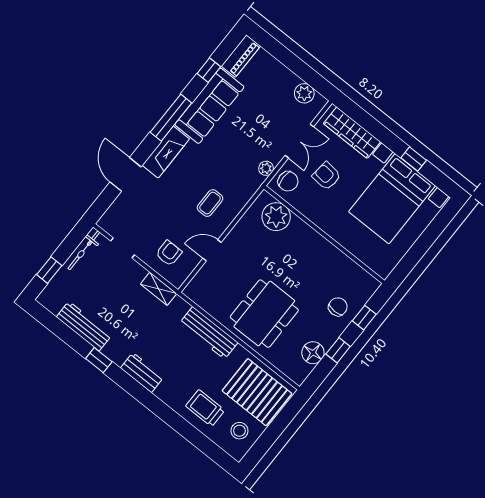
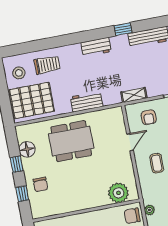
dining table: (264, 314) -> (71, 141), turned 90
workbench: (209, 333) -> (87, 102), width x0.73

